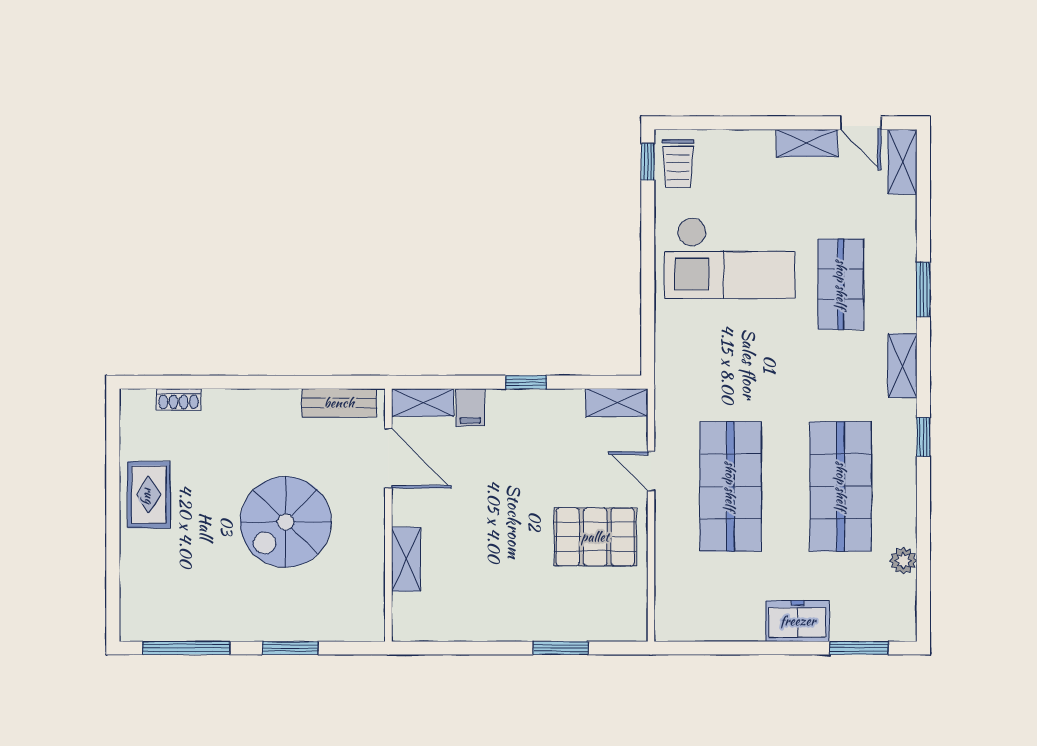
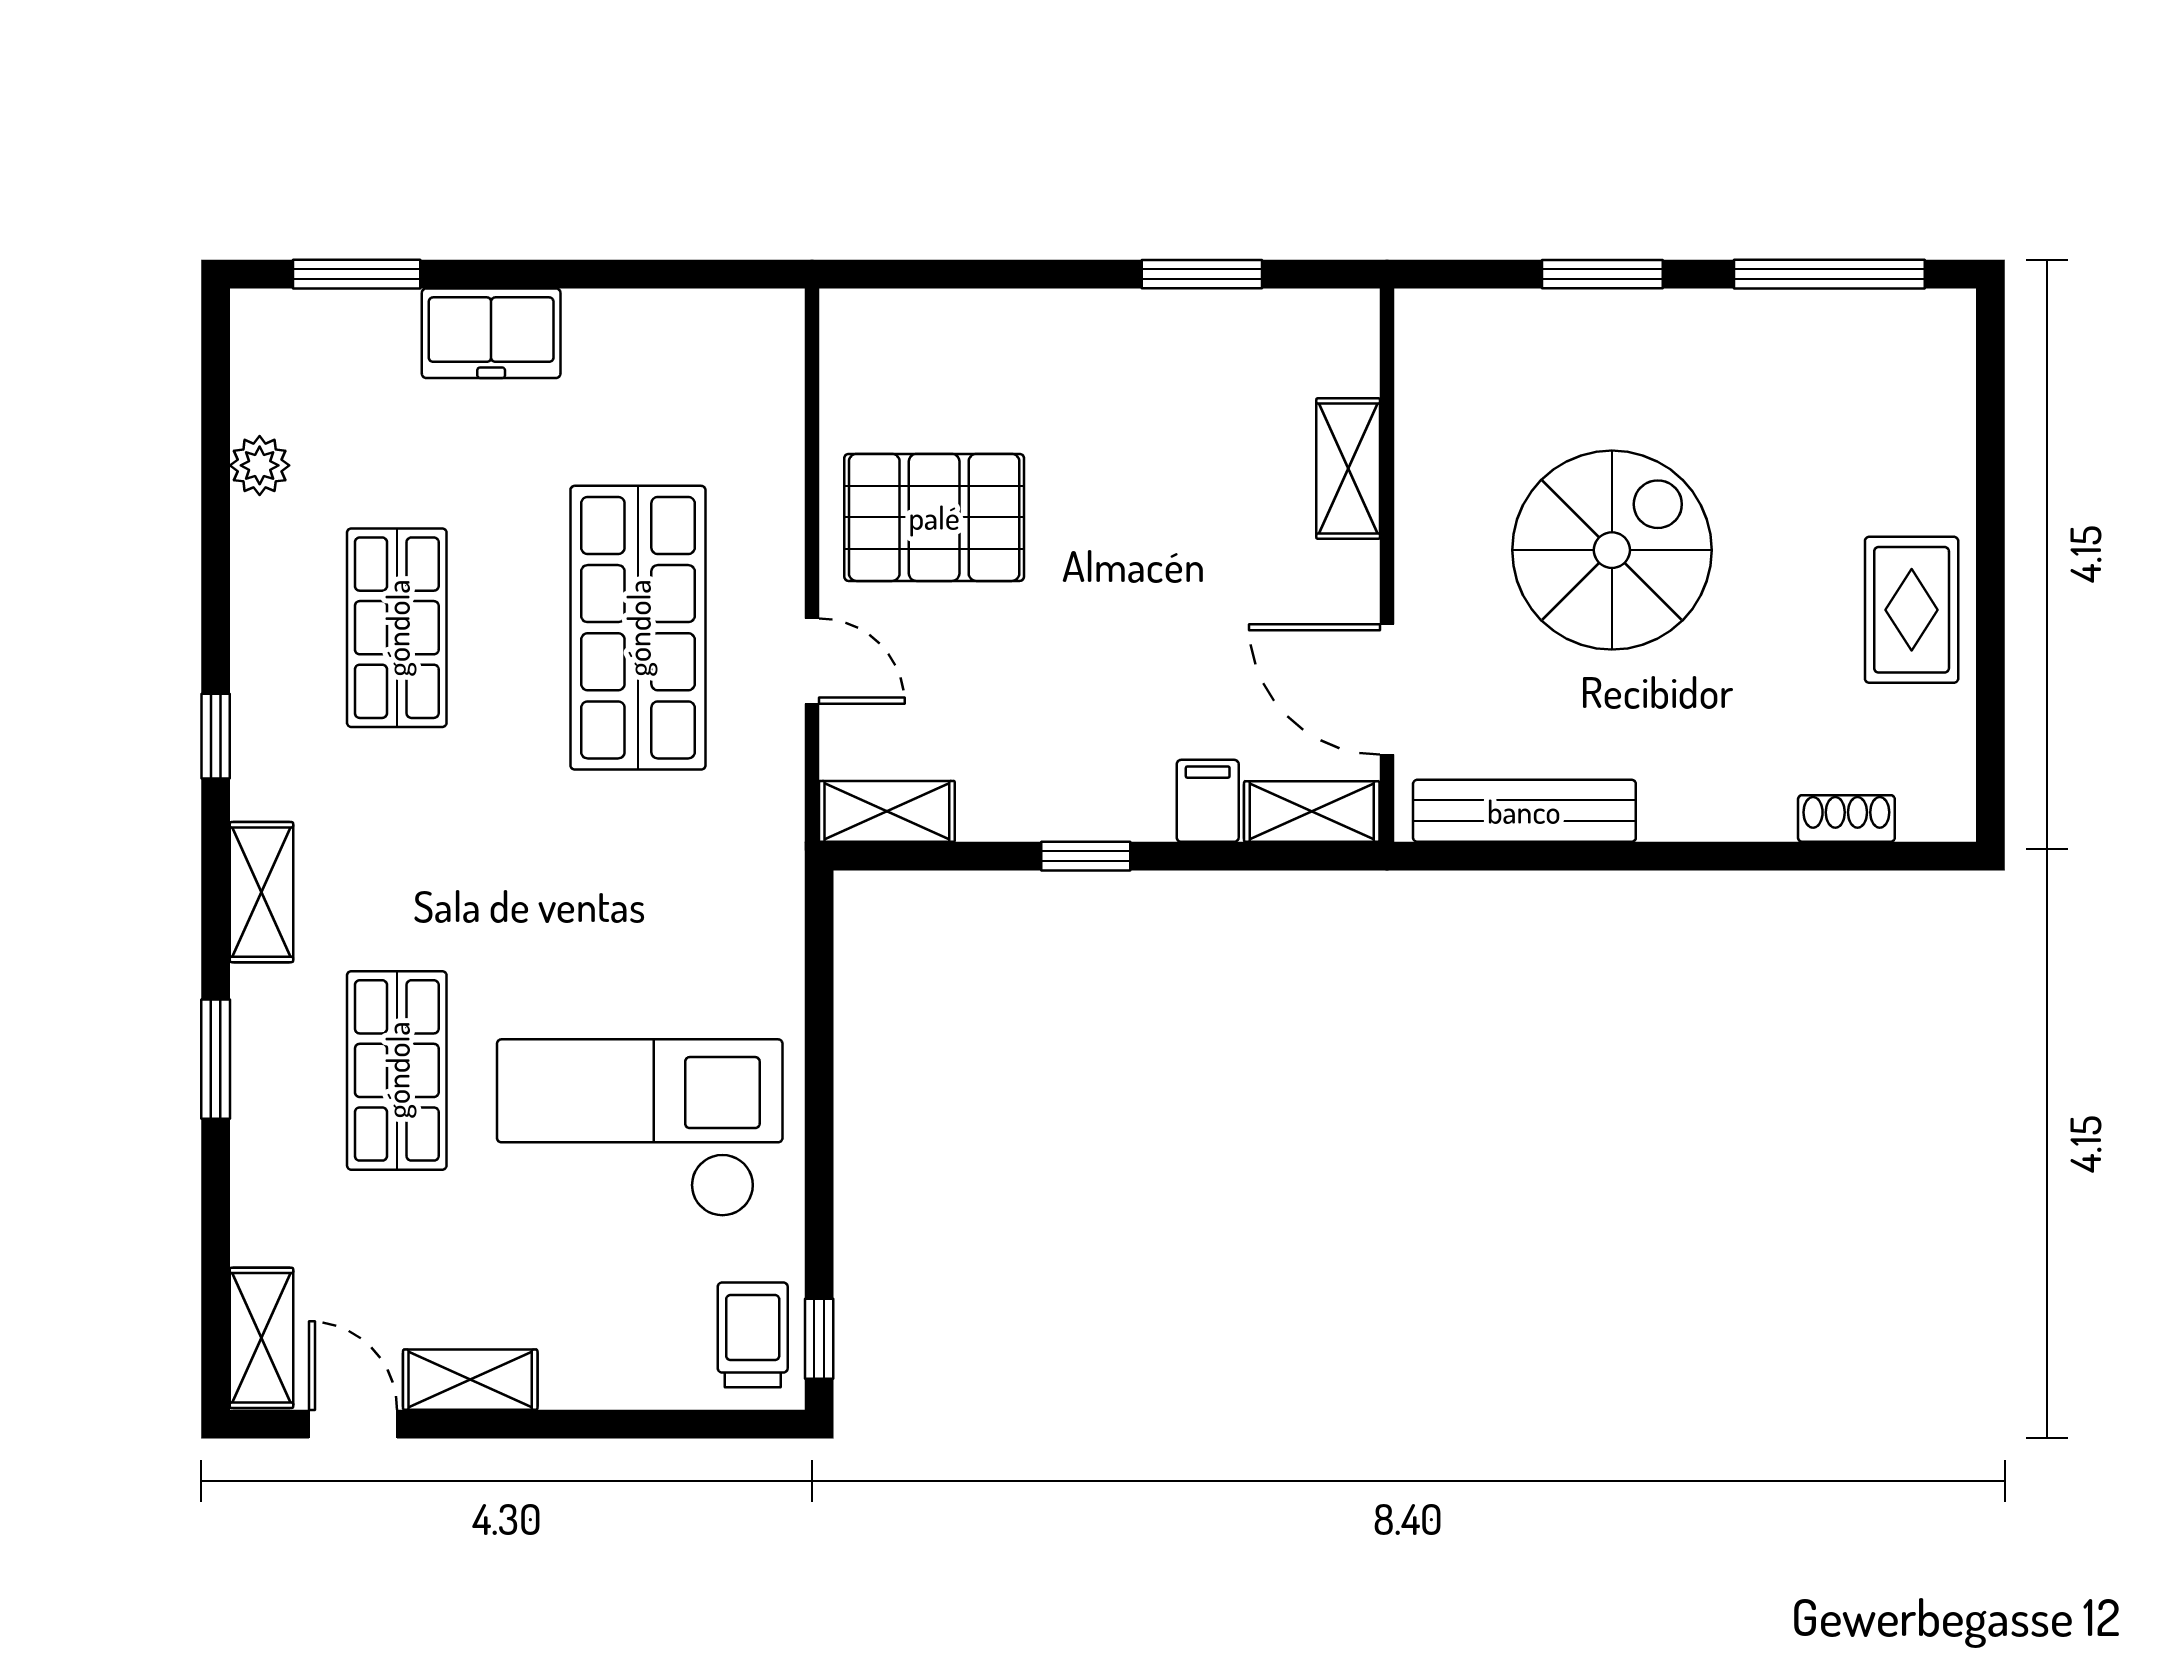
bench: (339, 403) -> (1524, 811), width x1.36
shop shelf: (841, 486) -> (397, 628), width x0.70, depth x0.74
window: (561, 648) -> (1202, 274), moved

